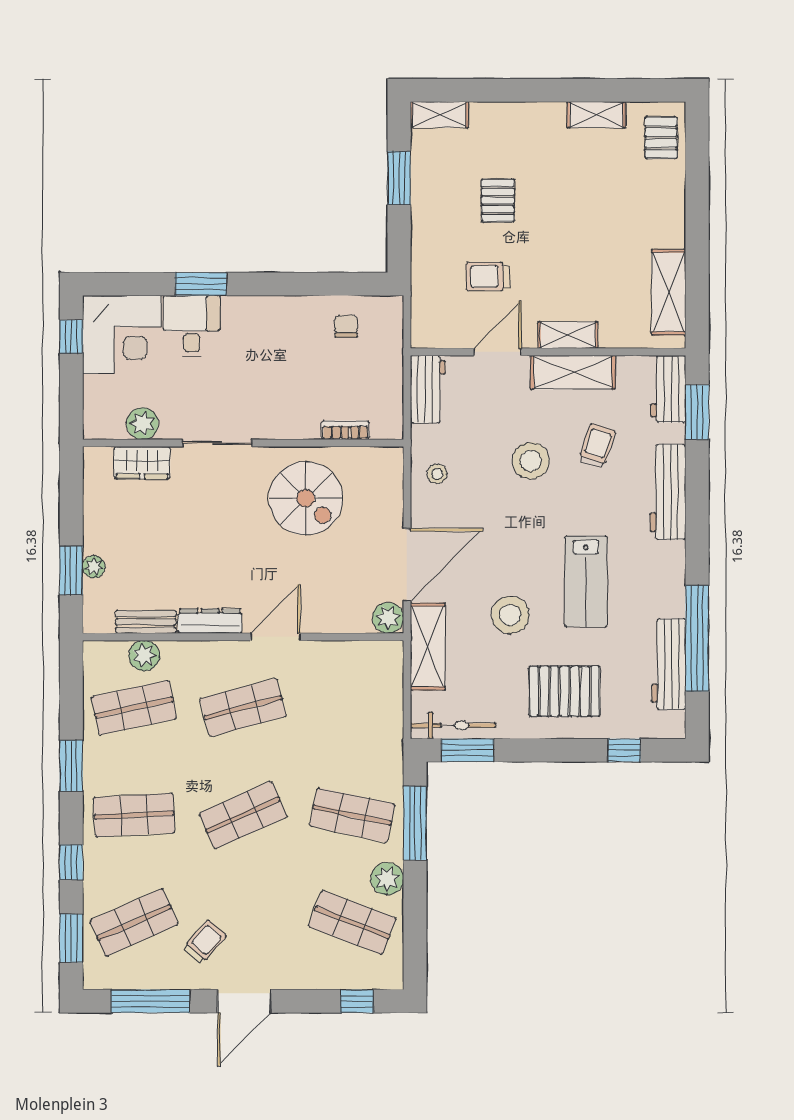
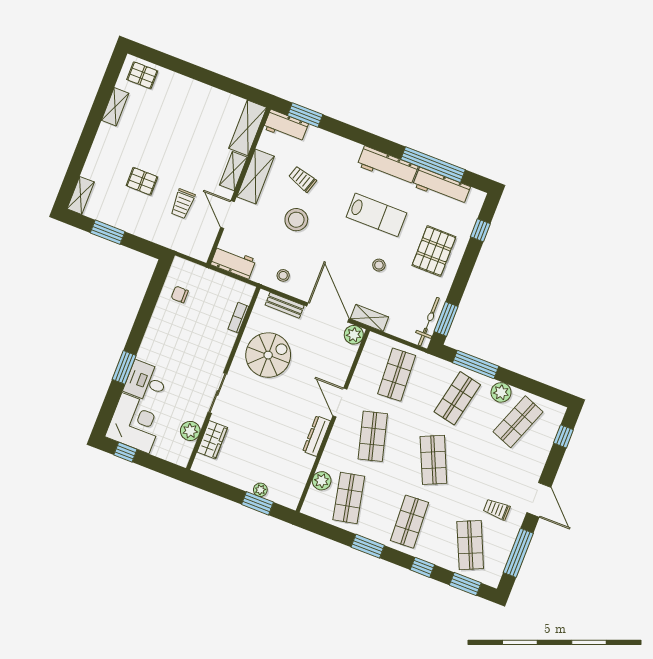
shelving: (669, 292) -> (248, 128), moved, turned 90
workbench: (668, 492) -> (388, 166), moved
stool: (510, 615) -> (379, 265), width x0.53, depth x0.53
bench: (146, 622) -> (285, 305), moved, turned 90
shelving: (428, 646) -> (369, 318), width x0.67, depth x0.75
shop shelf: (352, 708) -> (397, 375), added
trolley: (205, 942) -> (497, 509), turned -42

